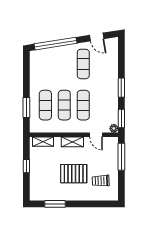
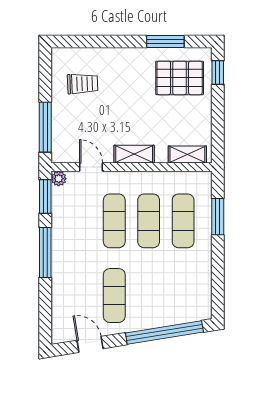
window: (121, 88) -> (45, 253), width x1.44
window: (26, 166) -> (218, 73), moved
pallet: (74, 174) -> (180, 78), moved

